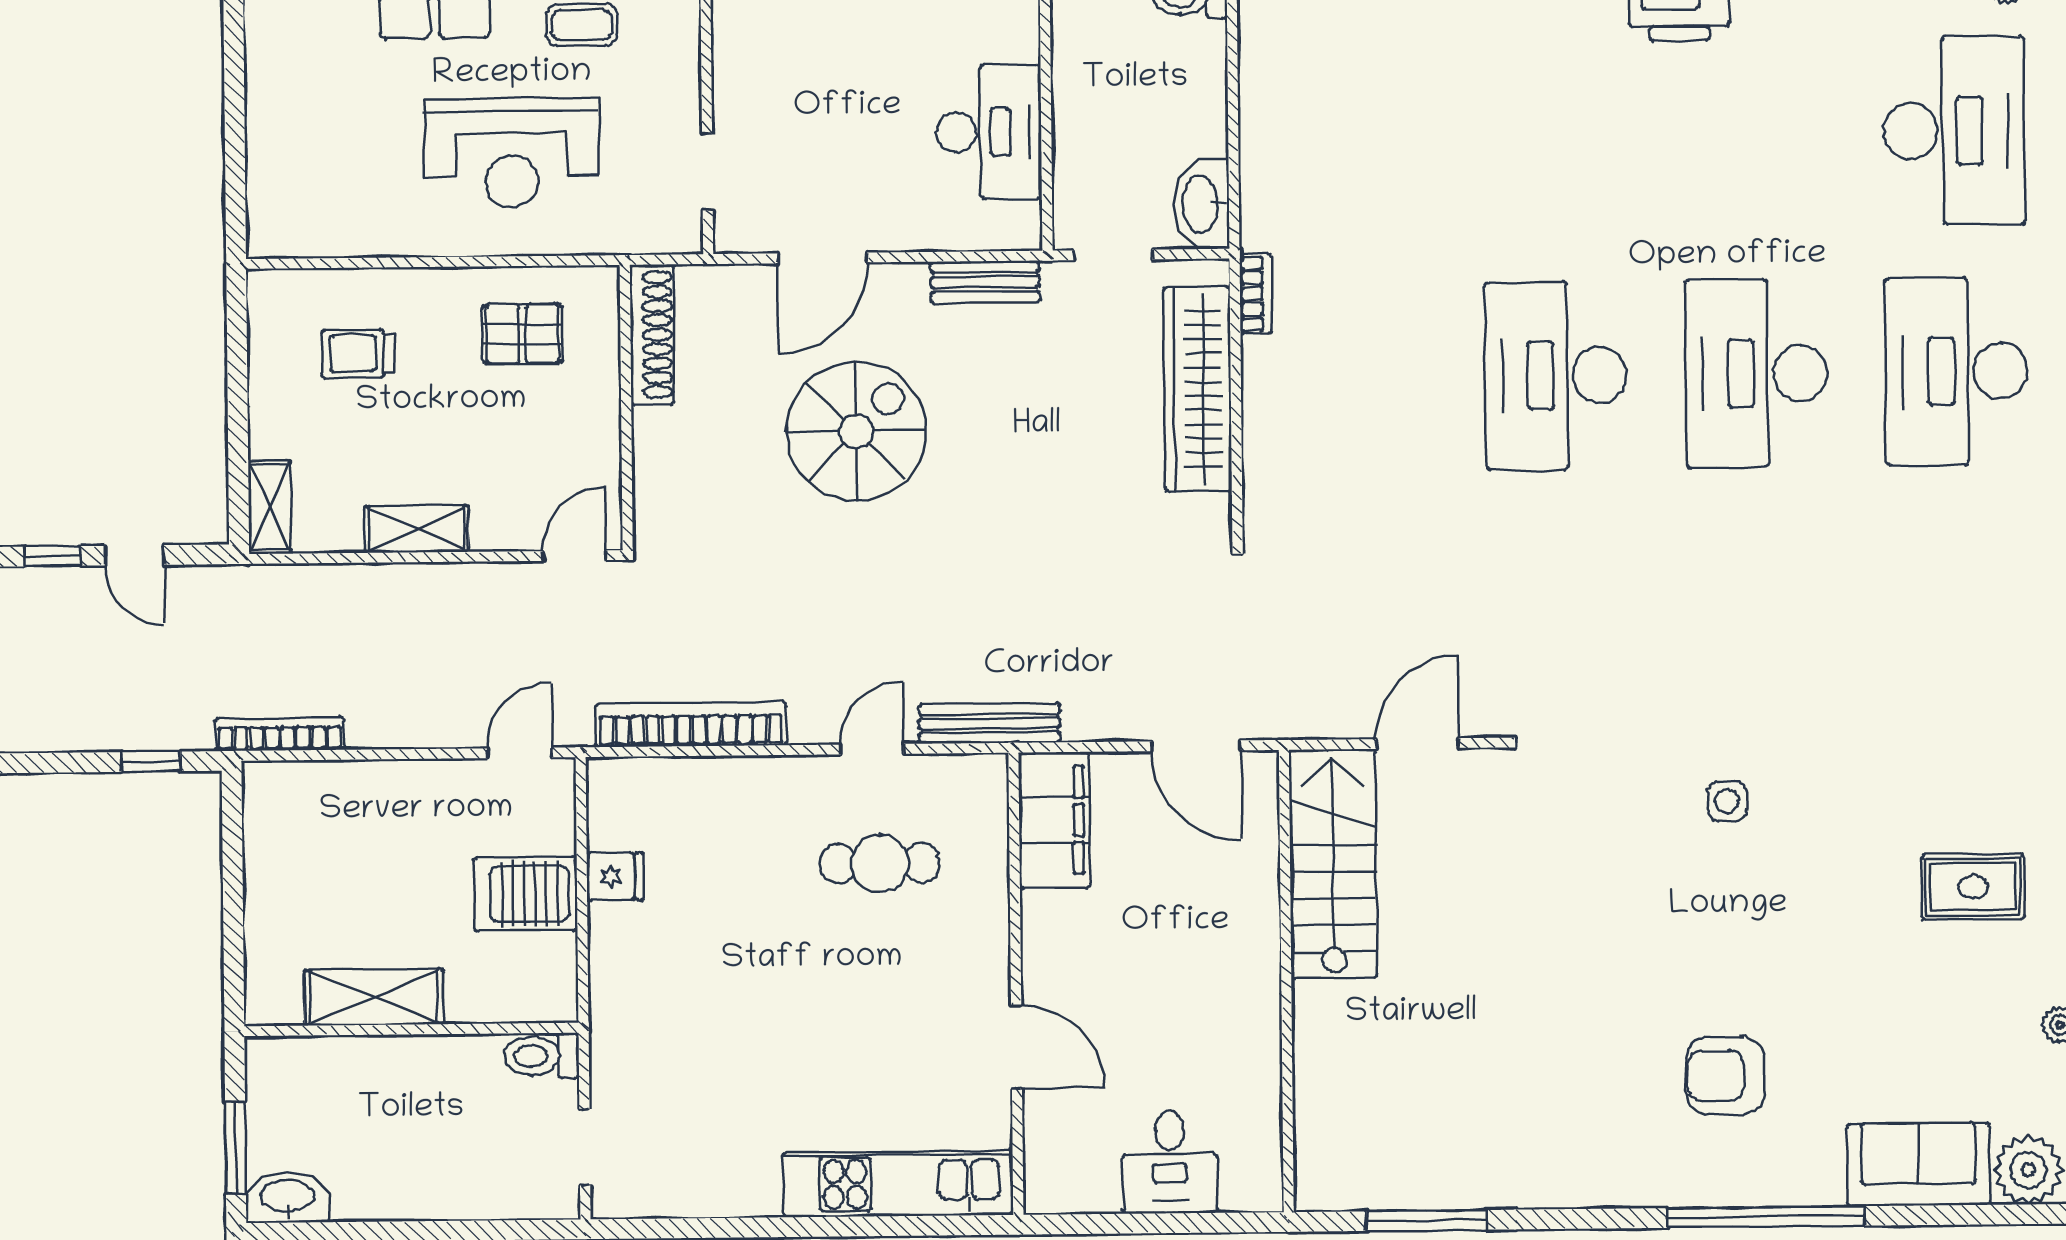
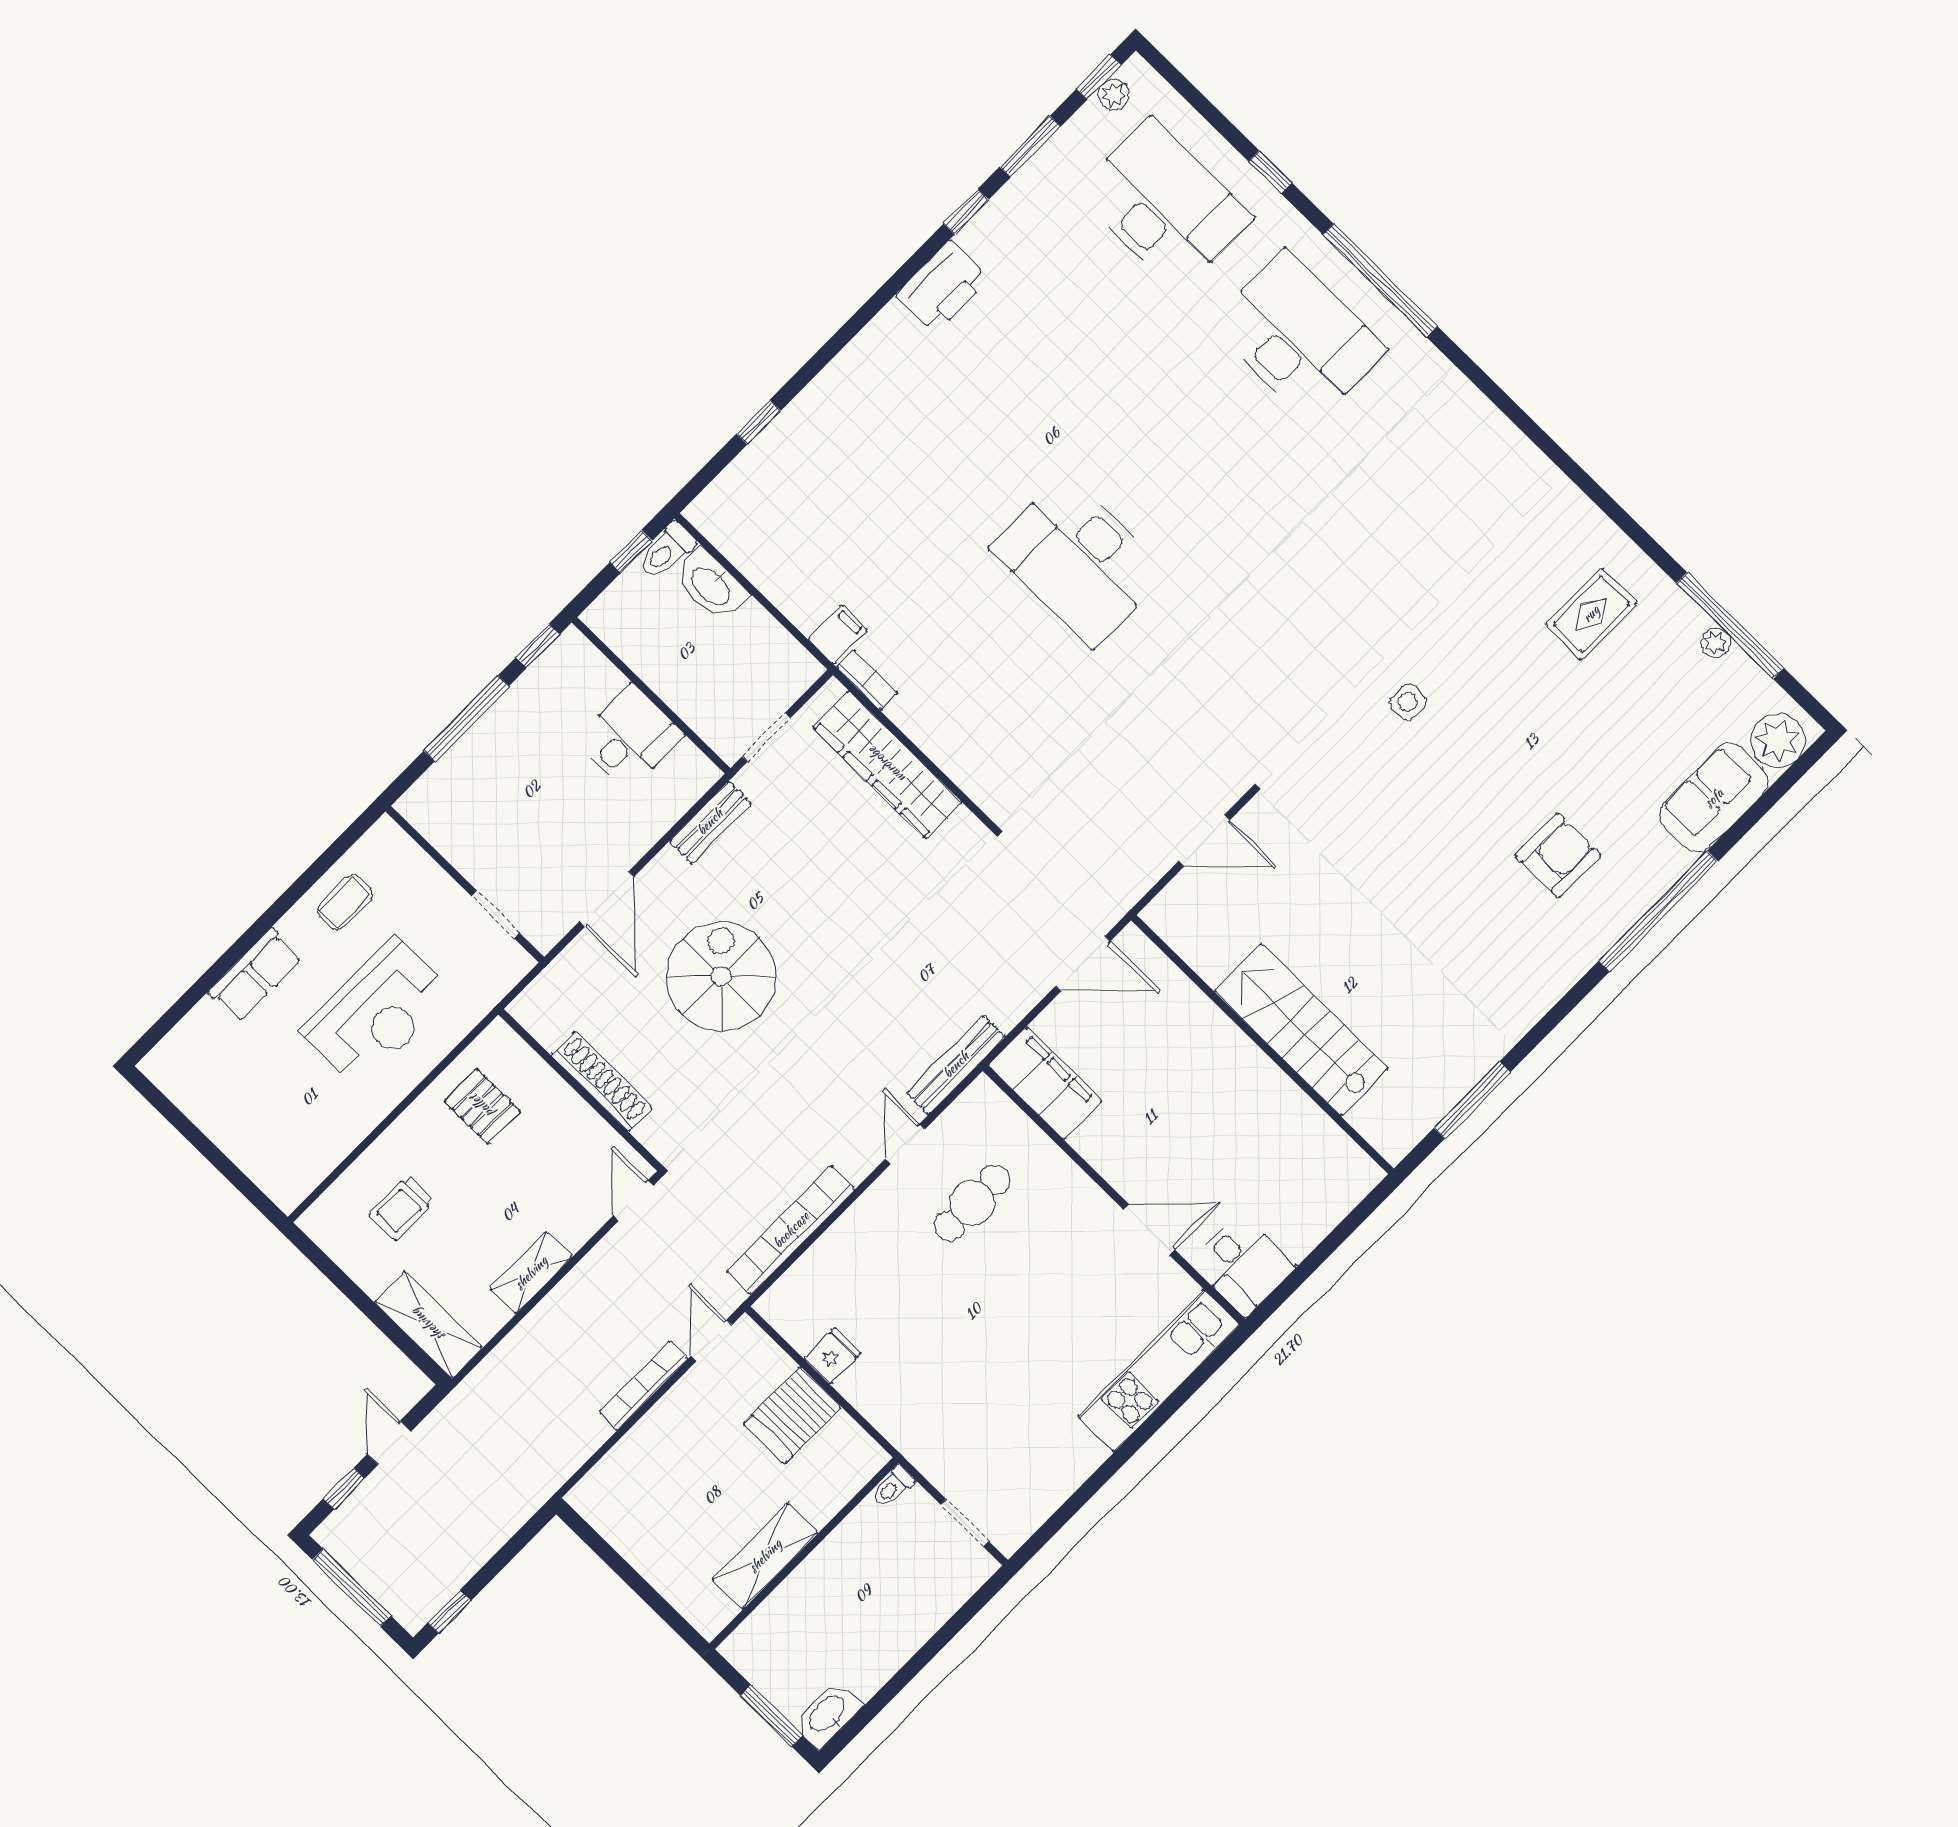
desk: (989, 132) -> (630, 737), width x0.73
washbasin: (1201, 204) -> (711, 585), moved
filing cabinet: (1270, 226) -> (838, 635), added
pallet: (522, 334) -> (482, 1106), turned 90
shoe rack: (652, 335) -> (601, 1082), moved
desk: (1957, 371) -> (1298, 337), turned 180
desk: (1756, 373) -> (1188, 449), removed
shelving: (270, 507) -> (428, 1325), width x1.50, depth x1.33
door: (134, 555) -> (389, 1443), swing flipped
bookcase: (280, 734) -> (643, 1385), moved
door: (1417, 744) -> (1204, 841), swing flipped
window: (151, 762) -> (449, 1612), moved
stairs: (1333, 864) -> (1301, 1030), moved
toilet: (541, 1056) -> (893, 1487), width x0.73, depth x0.72
armchair: (1725, 1076) -> (1558, 855), turned 180
desk: (1170, 1162) -> (1243, 1265), moved

